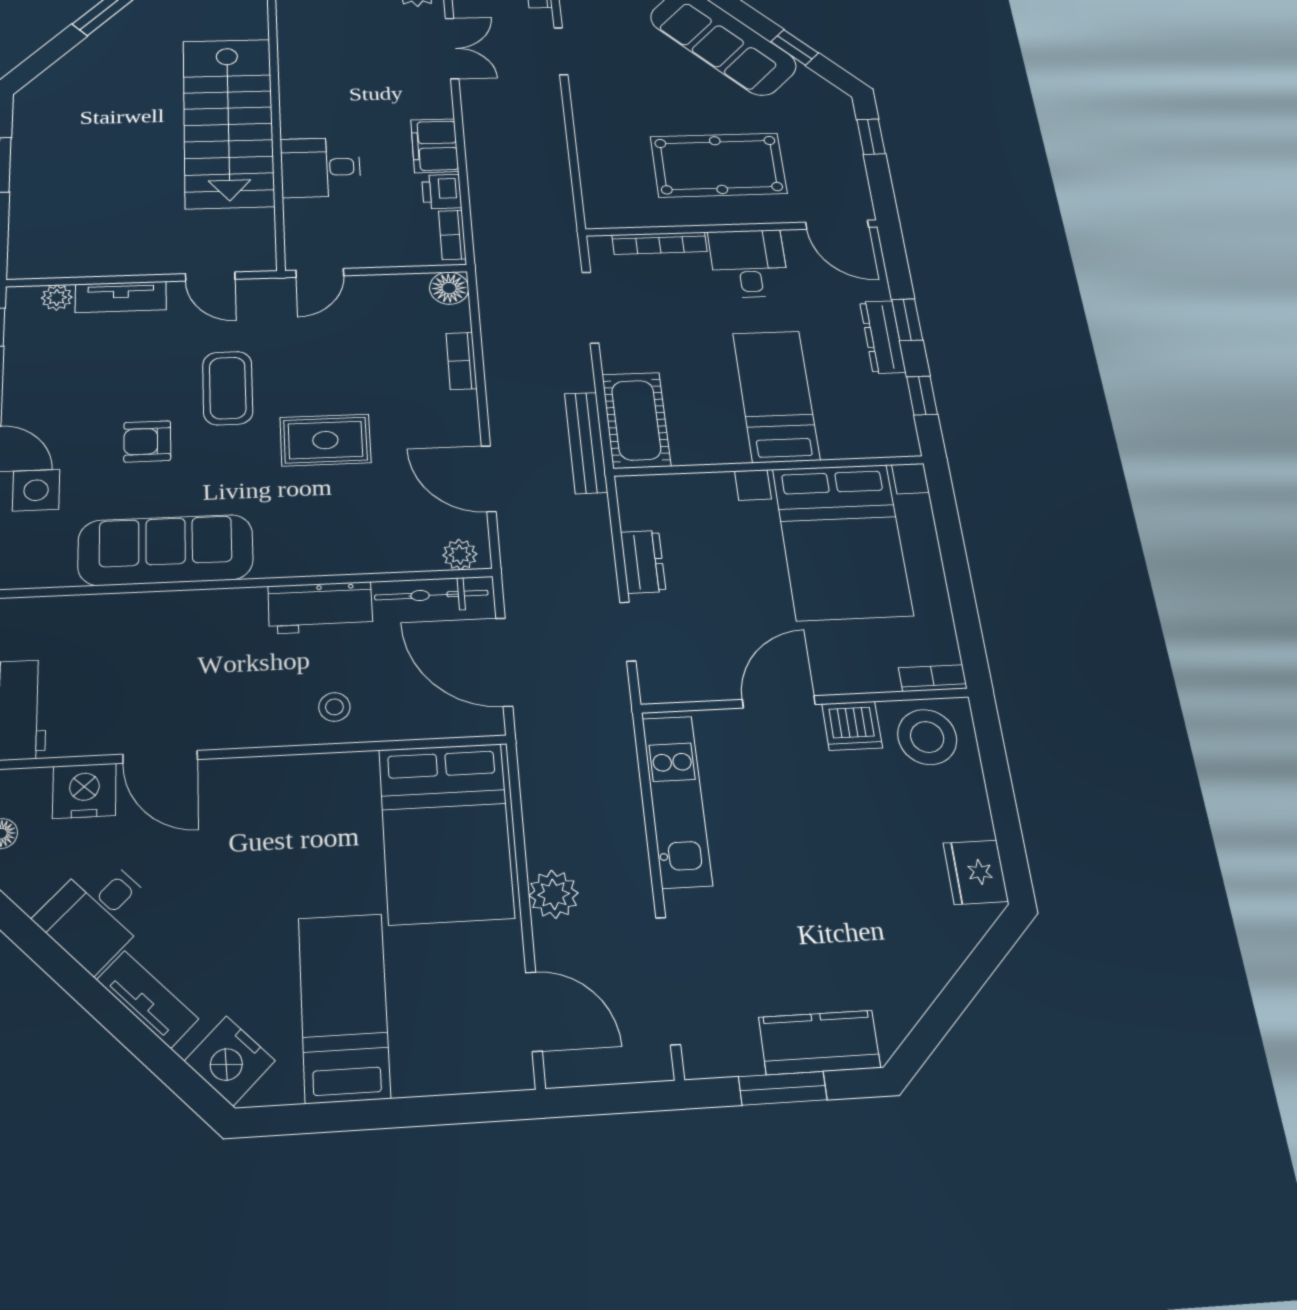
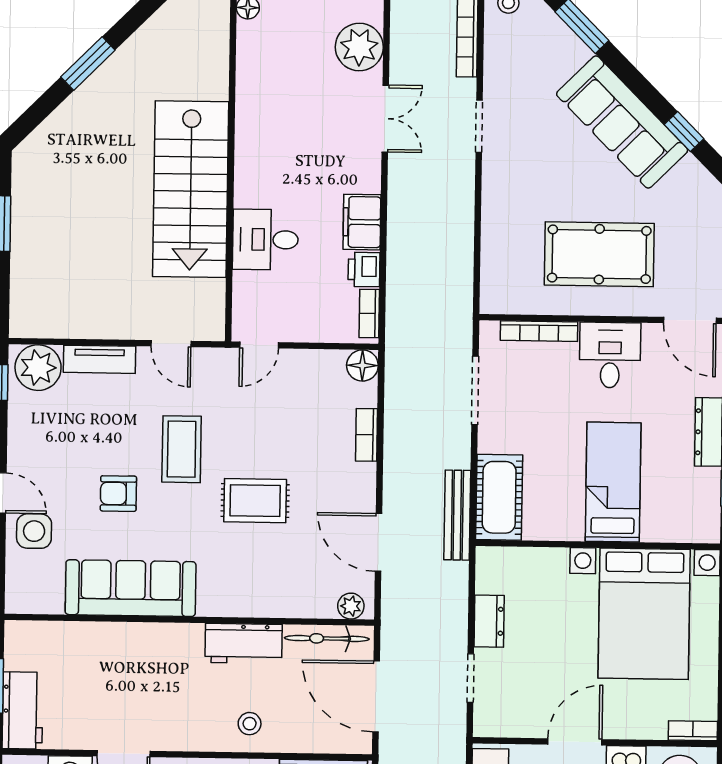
plant: (57, 298) -> (38, 368), width x1.88, depth x1.88

